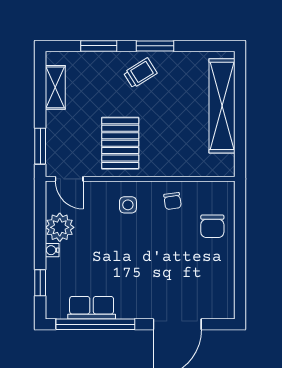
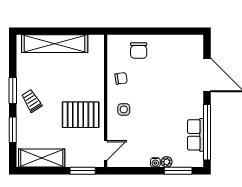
shelving: (55, 87) -> (42, 158), width x1.50, depth x1.33
chair: (212, 226) -> (139, 50), turned 90
plant: (60, 227) -> (167, 162), moved, width x0.53, depth x0.53
window: (40, 283) -> (178, 171), width x1.50

